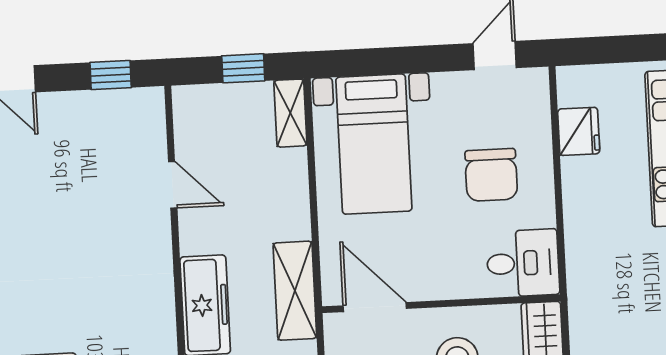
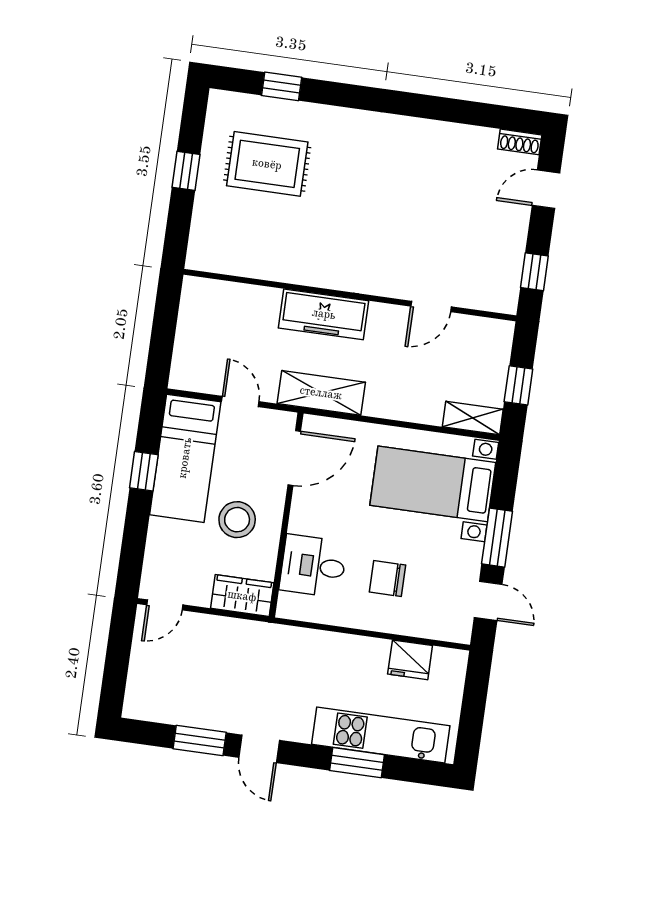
window: (421, 59) -> (497, 538), added
chair: (491, 175) -> (387, 578), width x0.73, depth x0.73
desk: (523, 263) -> (313, 566), moved, turned 90

